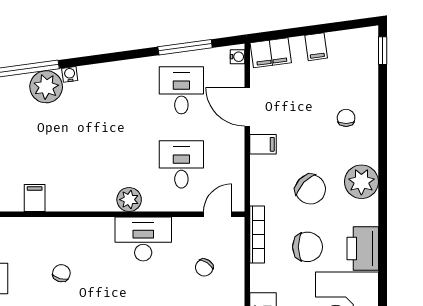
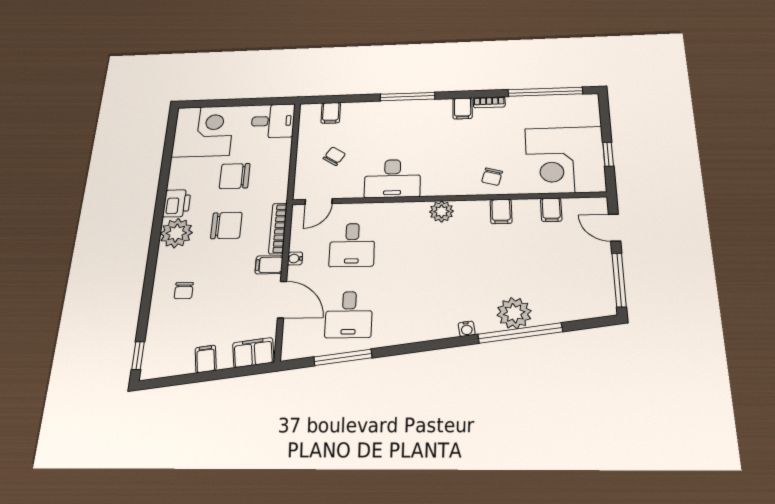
water cooler: (237, 57) -> (295, 259), moved
plant: (46, 87) -> (514, 313), moved
chair: (310, 189) -> (226, 225), turned 137
plant: (129, 200) -> (442, 211), moved
bookcase: (257, 235) -> (278, 228), moved
printer: (363, 248) -> (177, 203), moved, width x0.73, depth x0.84
chair: (61, 273) -> (492, 177), moved

